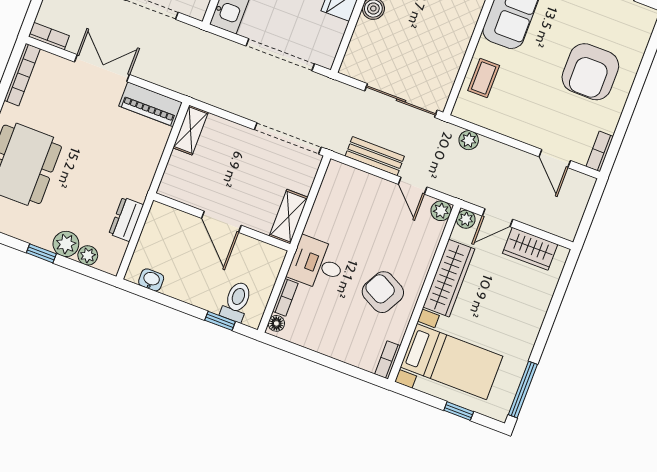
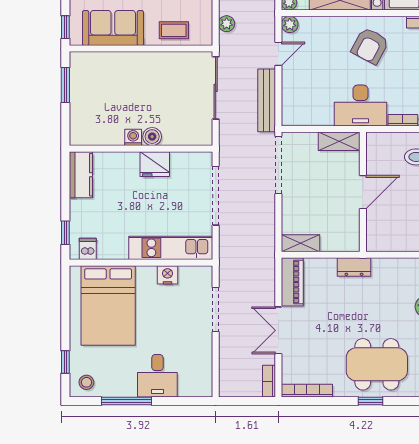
bench: (375, 156) -> (267, 100), width x1.36
dresser: (126, 219) -> (354, 267), moved
desk: (317, 264) -> (361, 106), width x1.37

